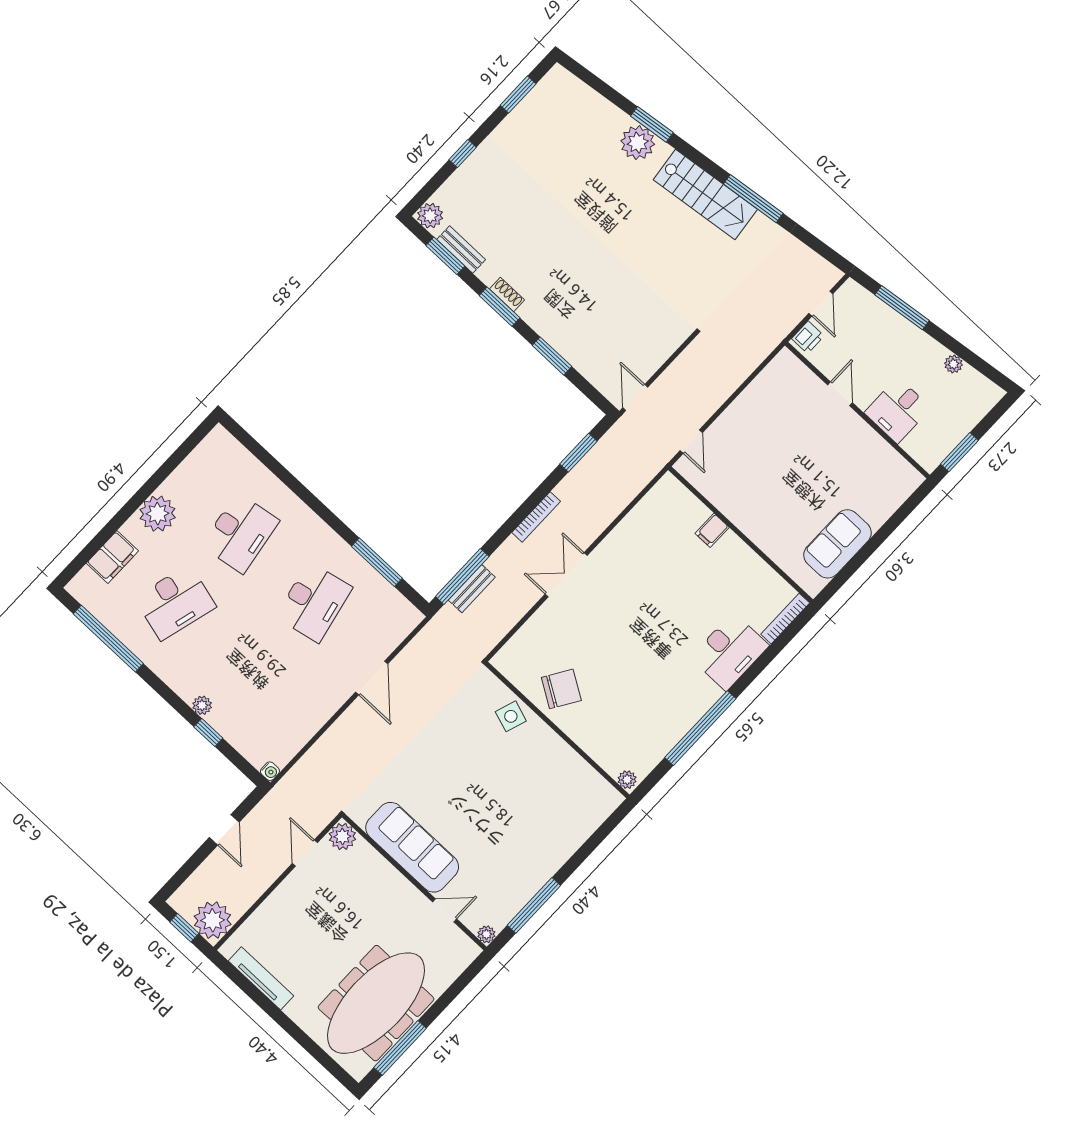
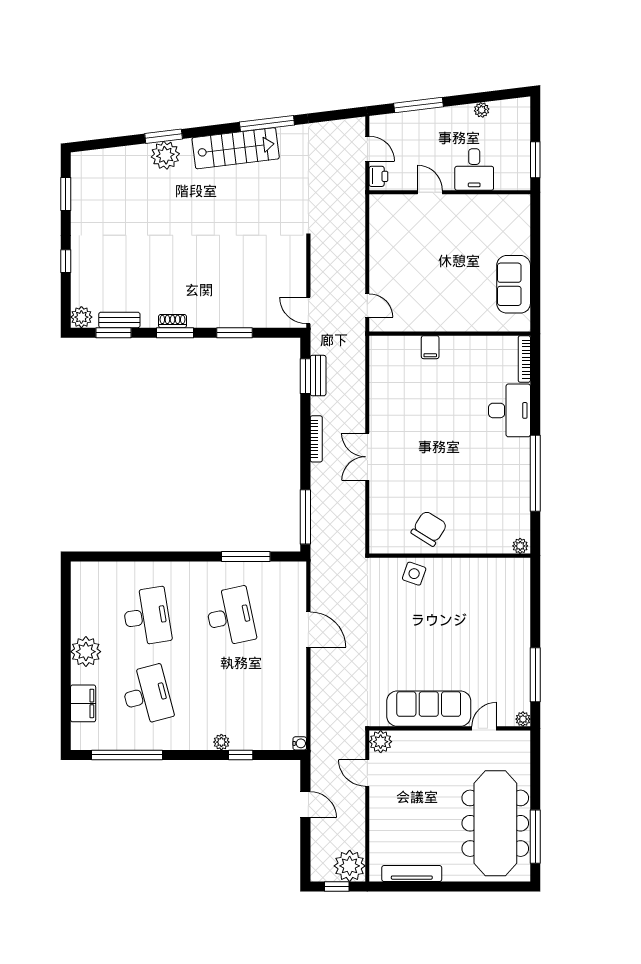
bench: (472, 589) -> (318, 376), moved
desk: (175, 602) -> (147, 695), turned -30

